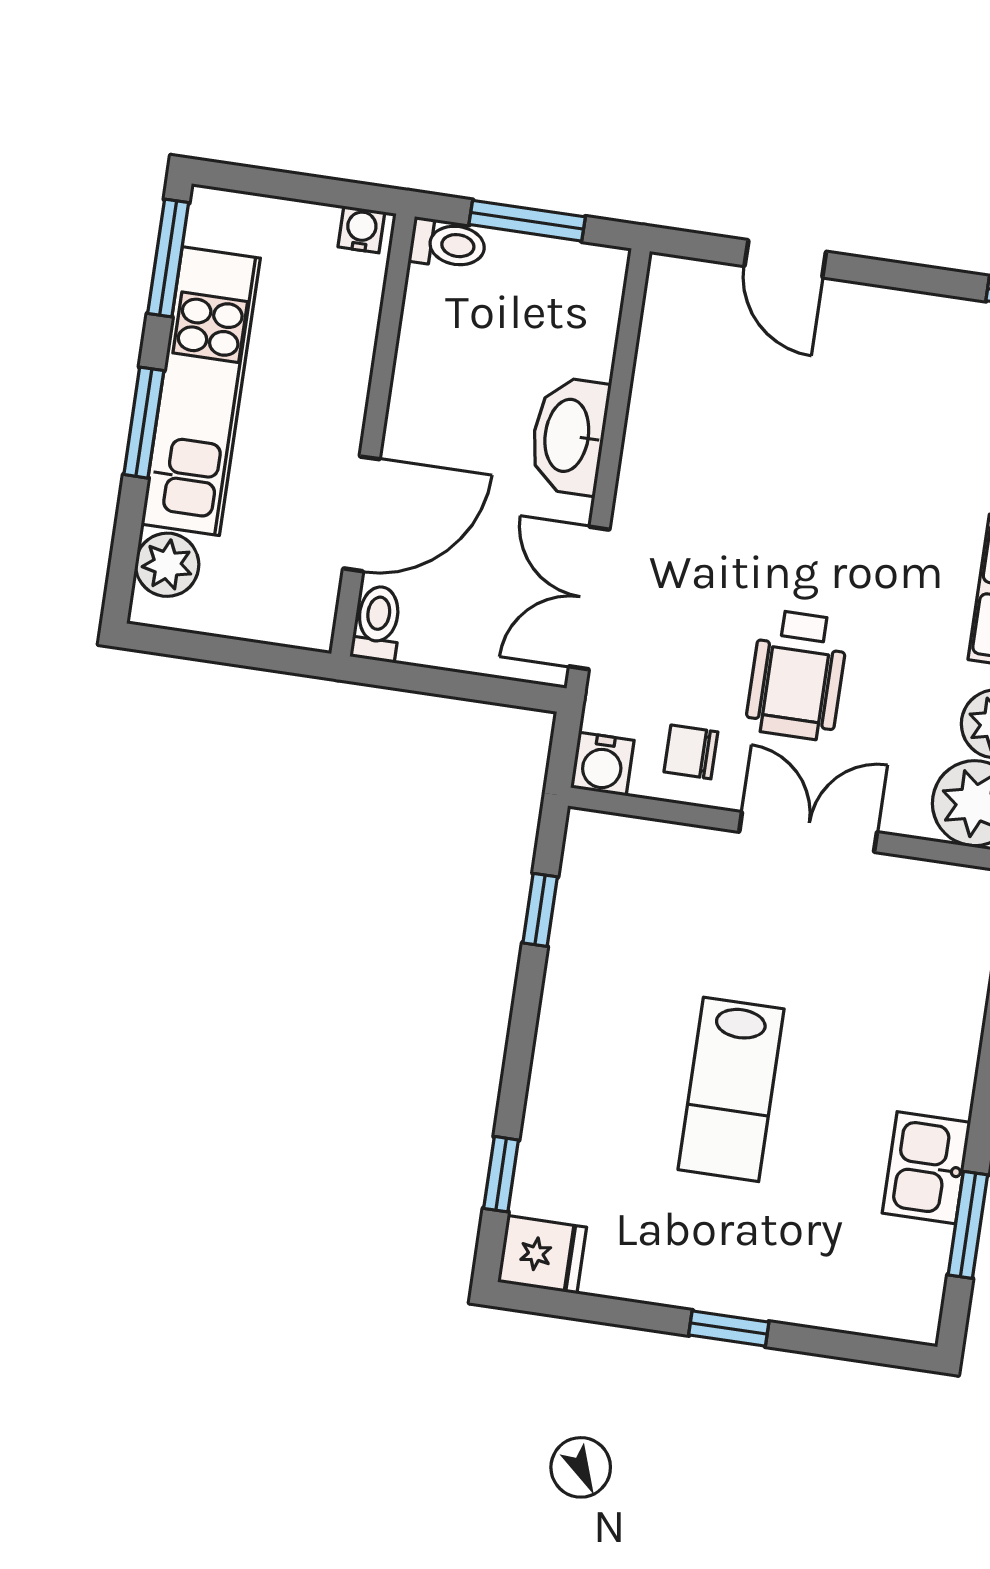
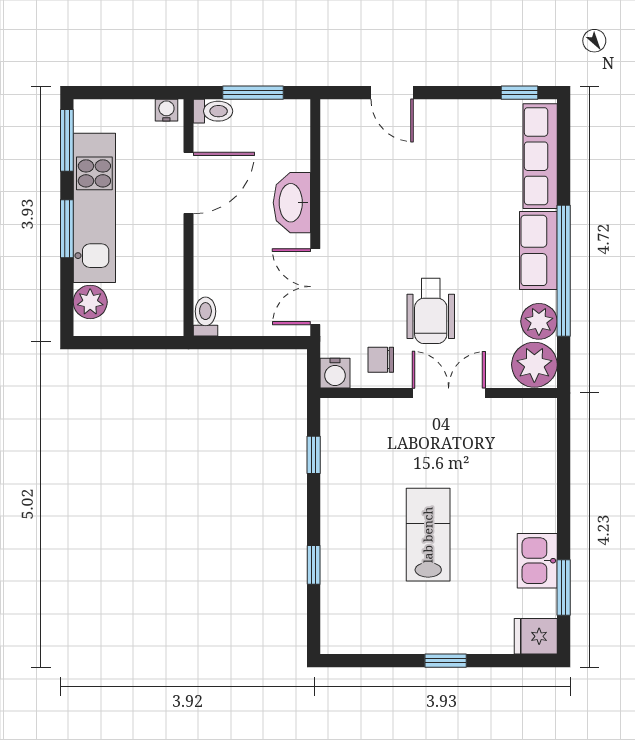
door: (361, 514) -> (189, 183), moved
lab bench: (731, 1089) -> (428, 535), turned 180
window: (501, 1174) -> (314, 565), moved
fridge: (542, 1255) -> (536, 636), moved, turned 180

